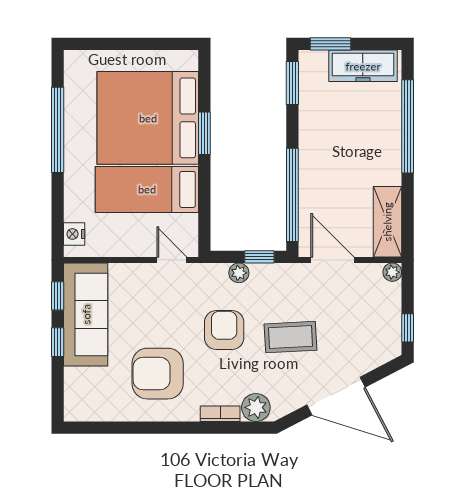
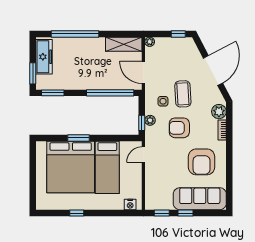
window: (58, 130) -> (77, 213), width x0.32
window: (259, 257) -> (142, 123), moved
door: (332, 260) -> (143, 72), hinge flipped
side table: (276, 298) -> (163, 101), added
sofa: (86, 314) -> (200, 199), moved

